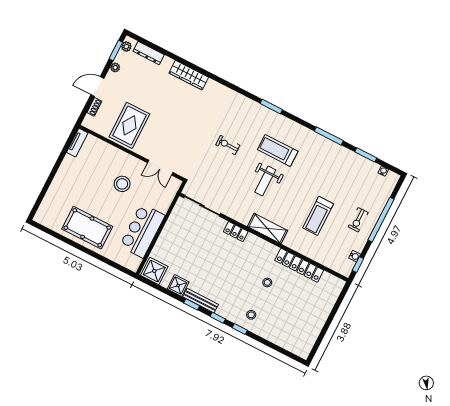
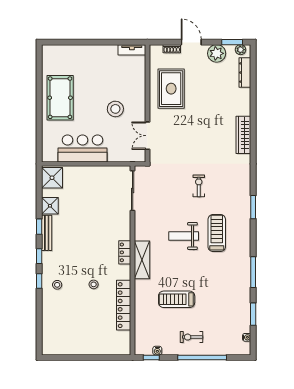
plant: (115, 67) -> (217, 53), width x1.88, depth x1.88
wardrobe: (189, 75) -> (243, 135), moved
rug: (129, 125) -> (171, 89), turned 90
locker: (236, 232) -> (125, 252), moved

